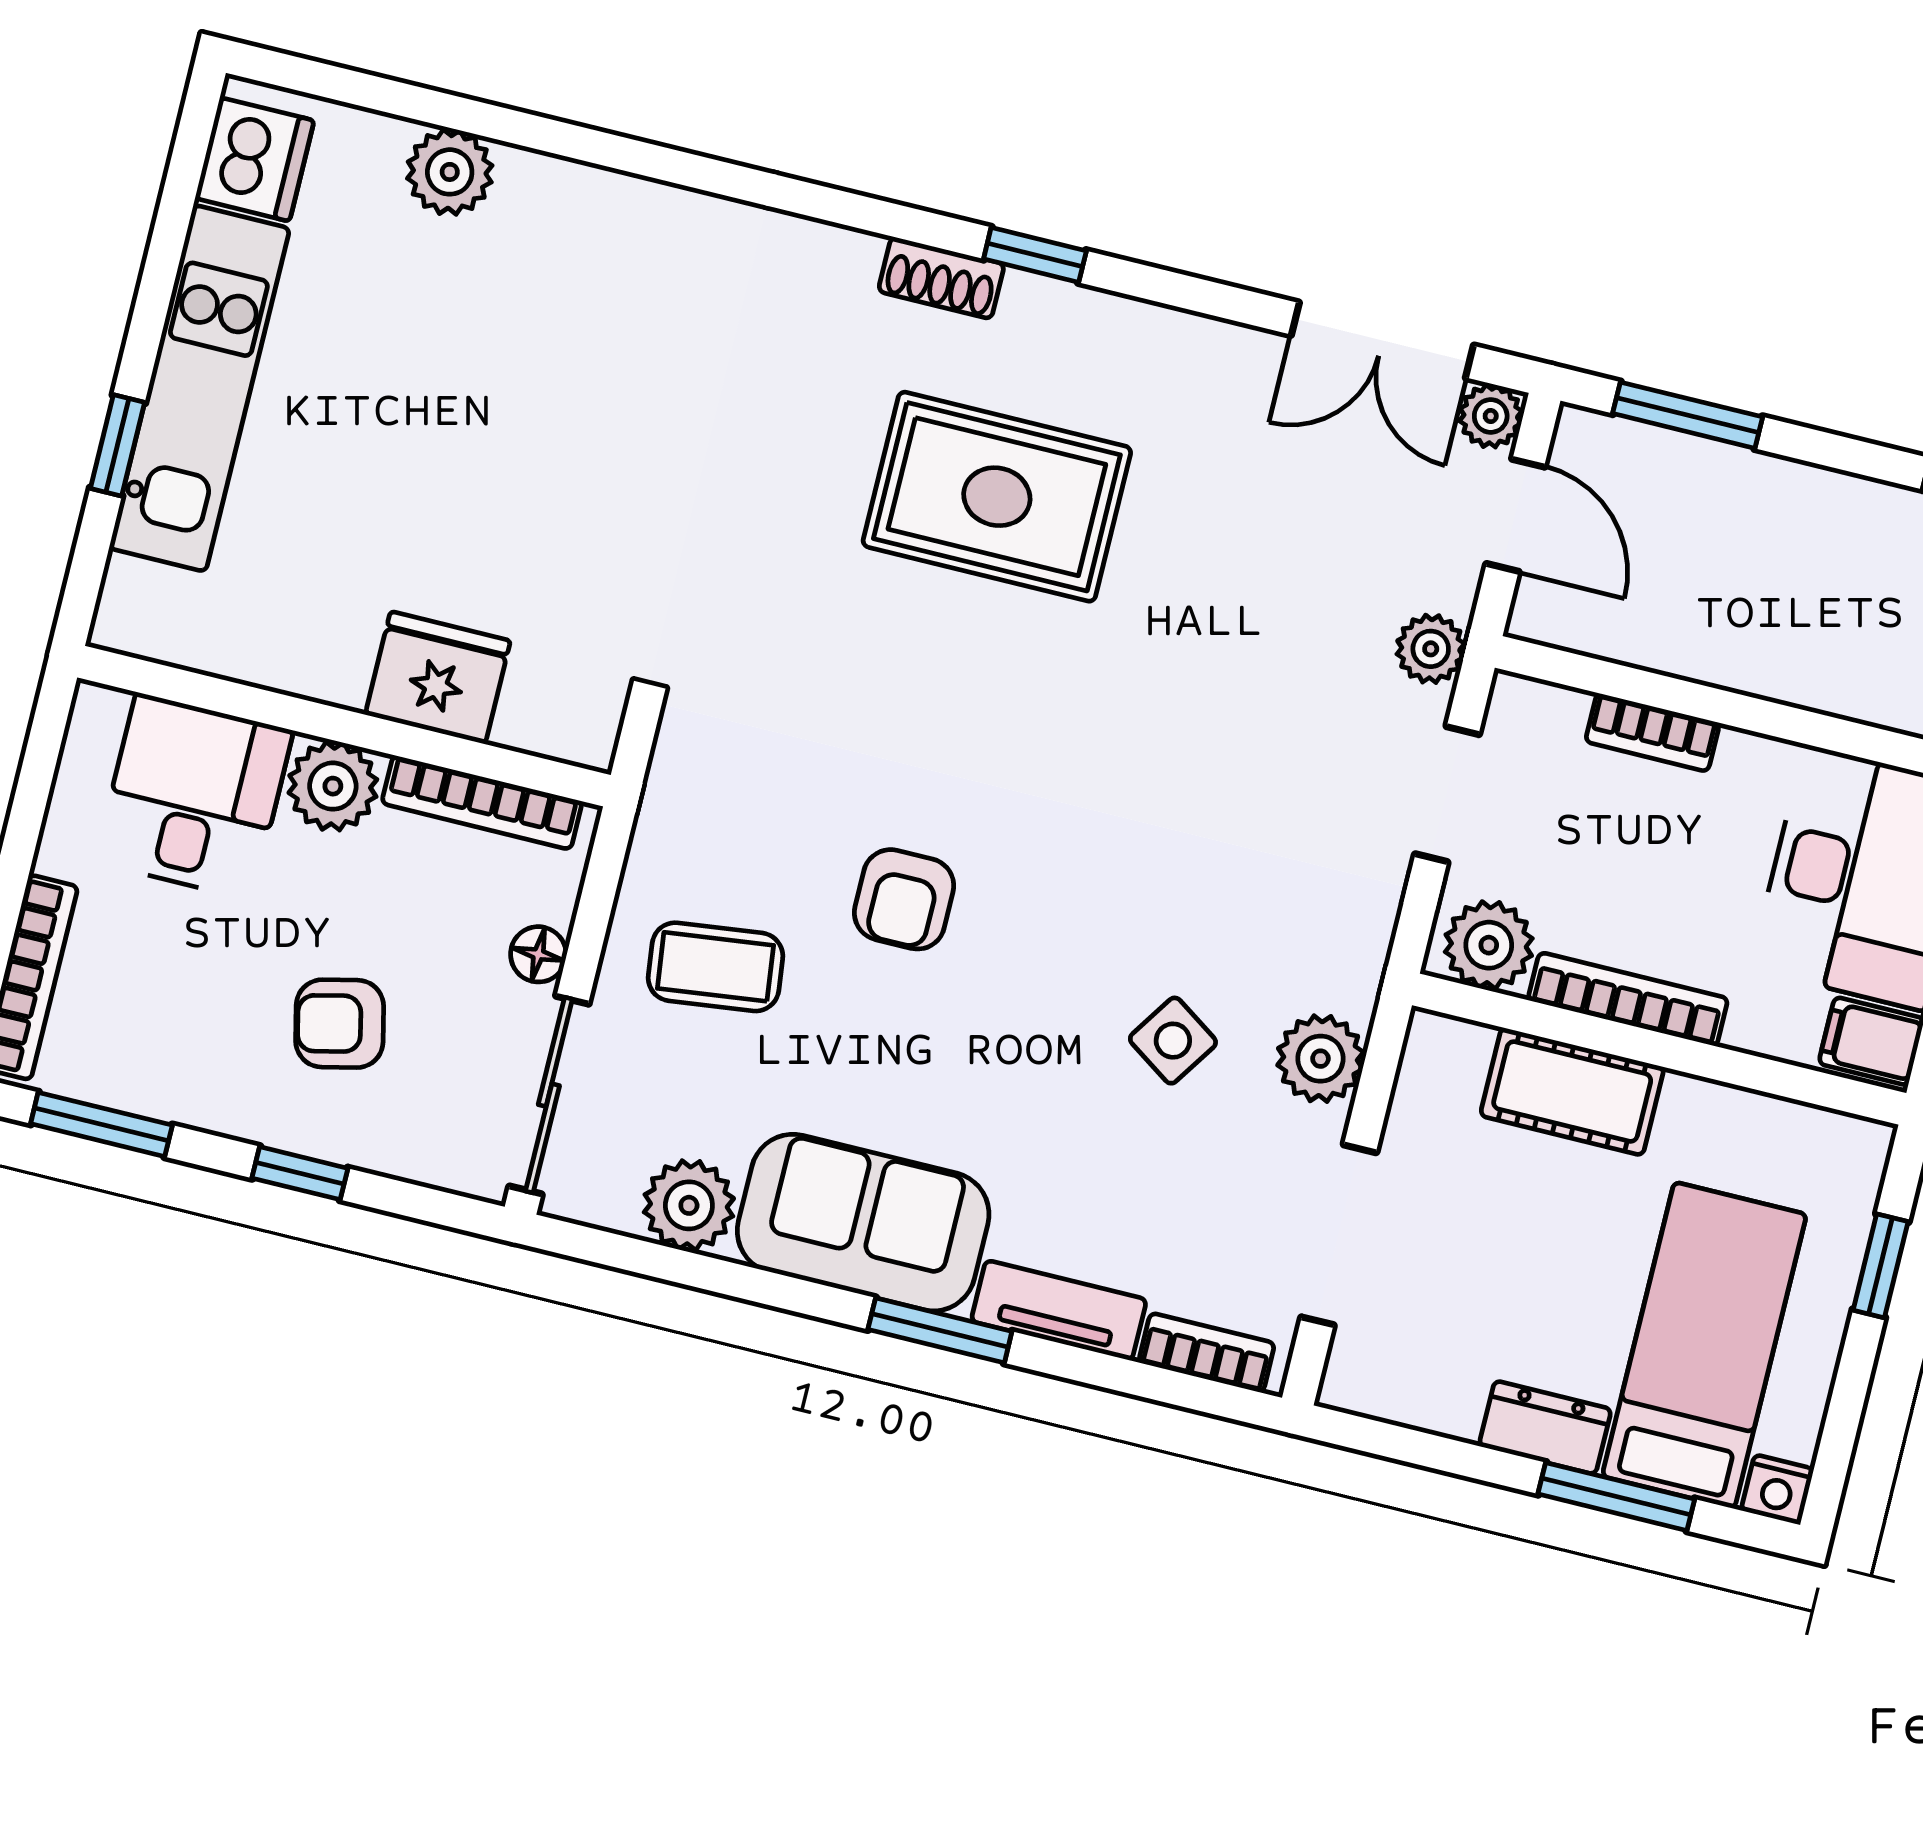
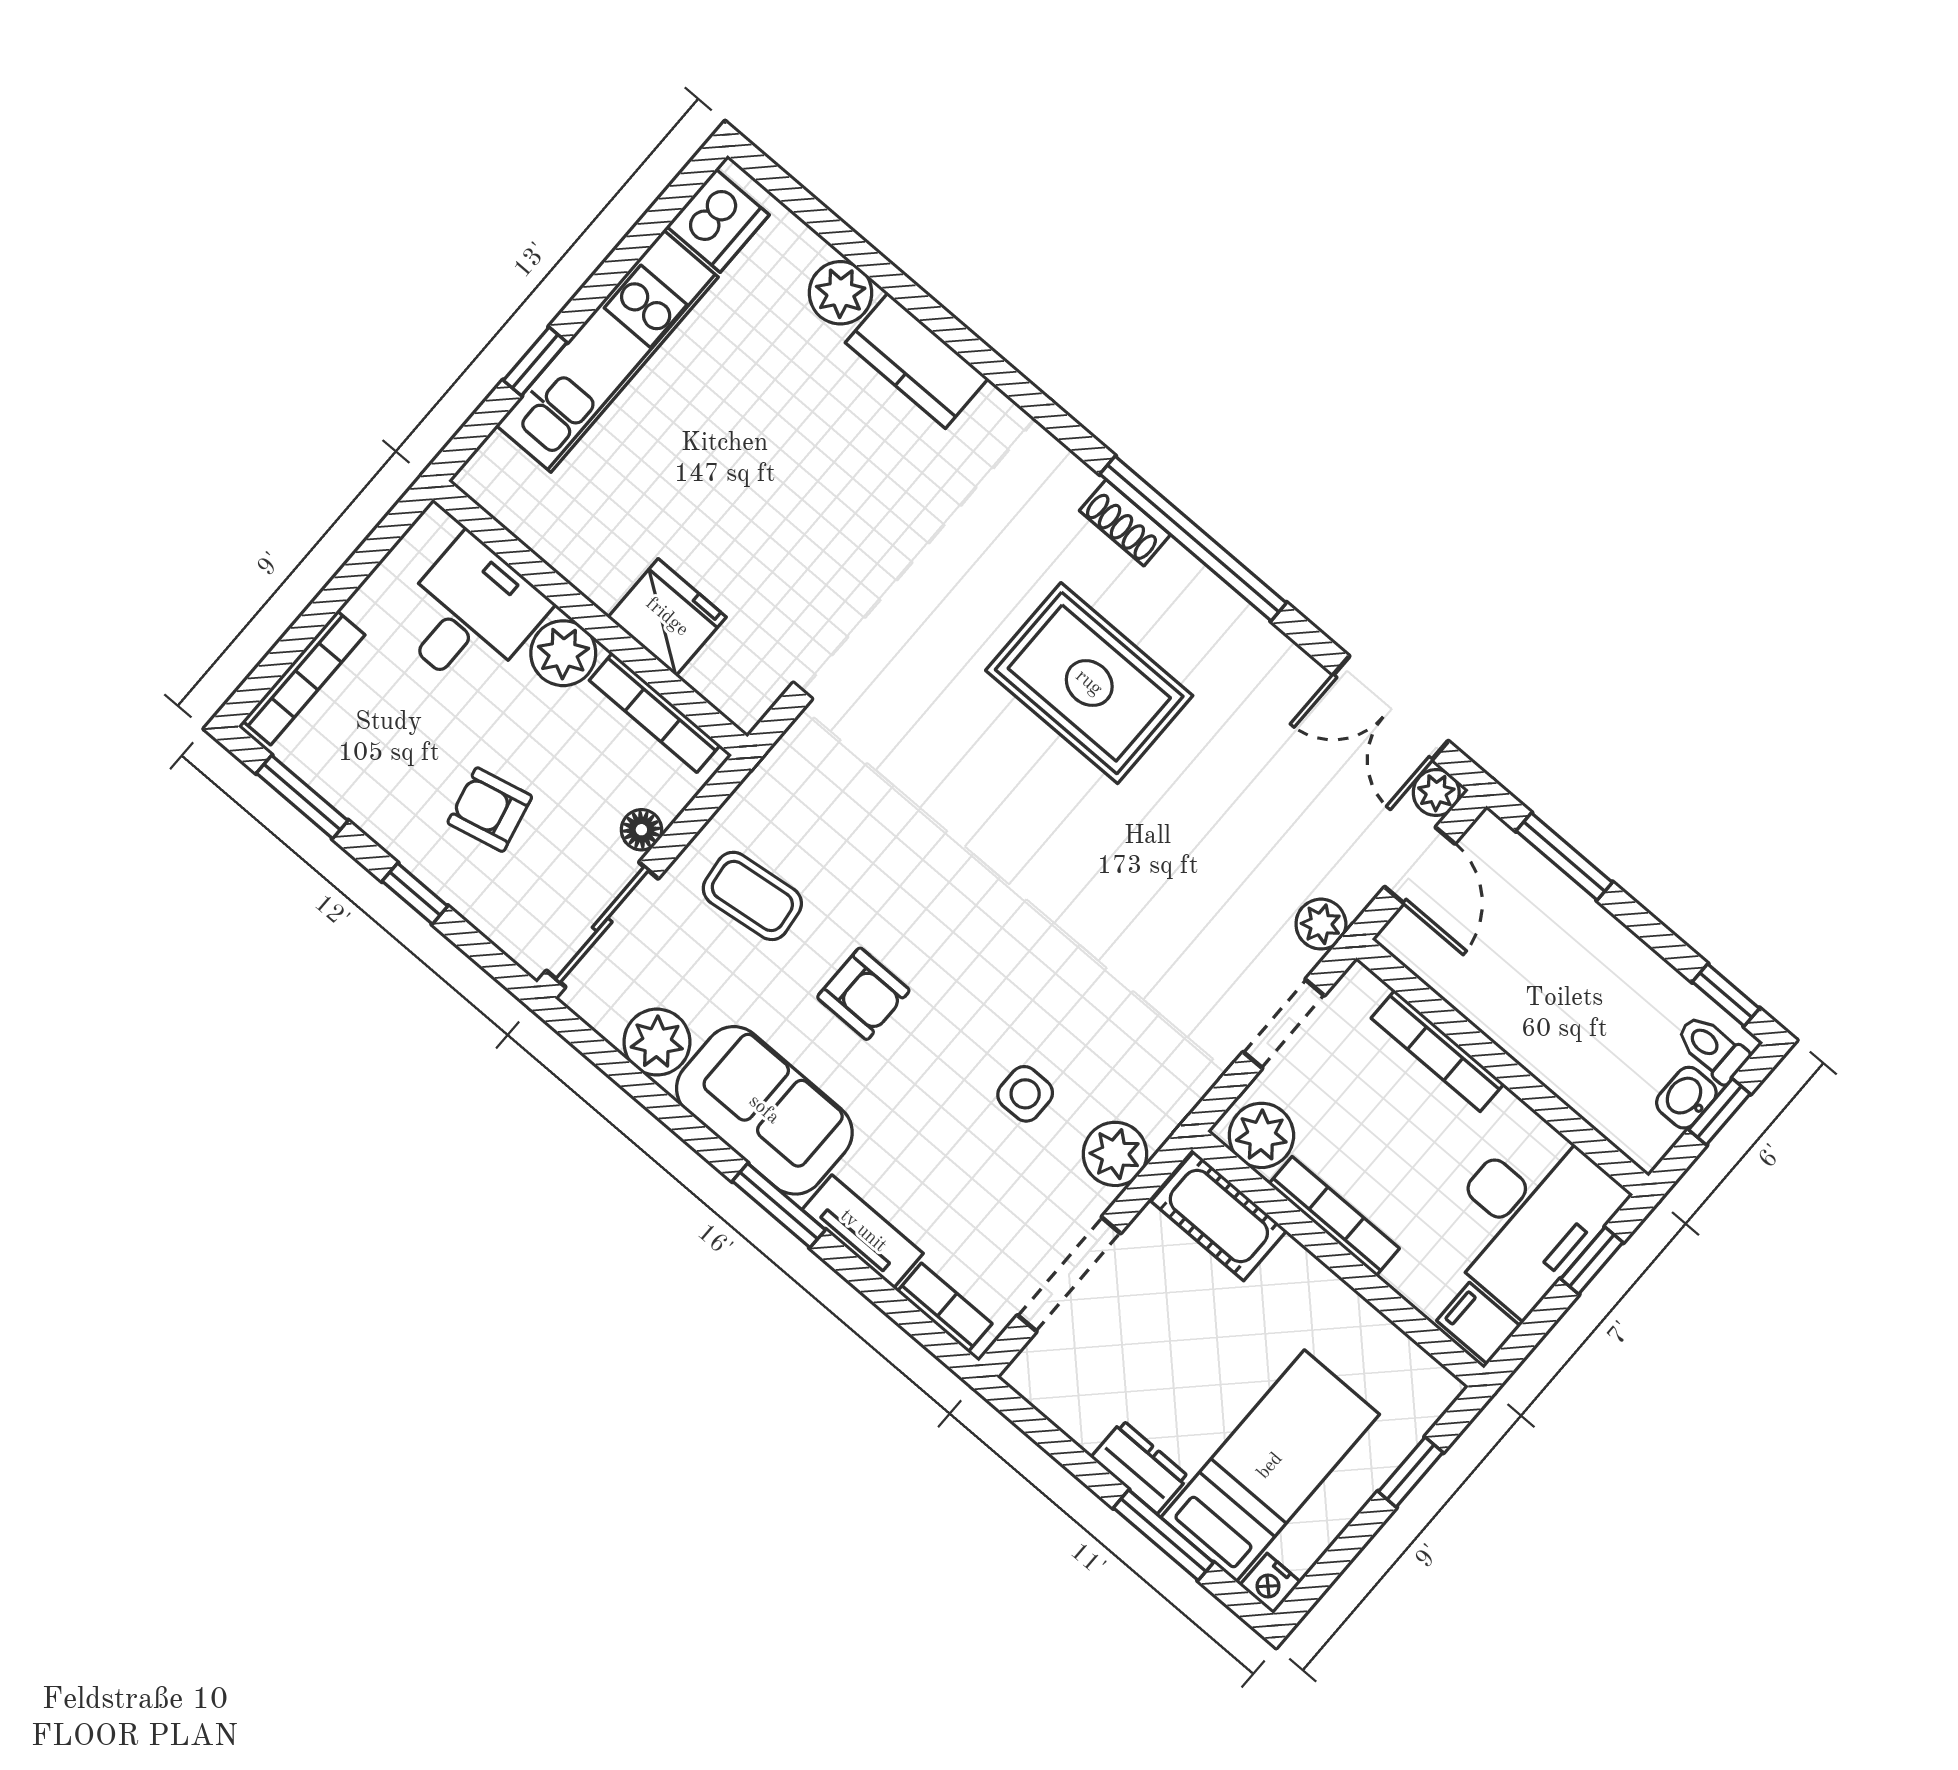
kitchen counter: (585, 208) -> (917, 361), added
window: (1035, 255) -> (1193, 539), width x3.17
bookcase: (1652, 732) -> (1438, 1051), width x1.56
armchair: (904, 899) -> (863, 994), moved, turned -90
side table: (1173, 1041) -> (1025, 1094), turned -34
cot: (1572, 1091) -> (1219, 1216), moved

